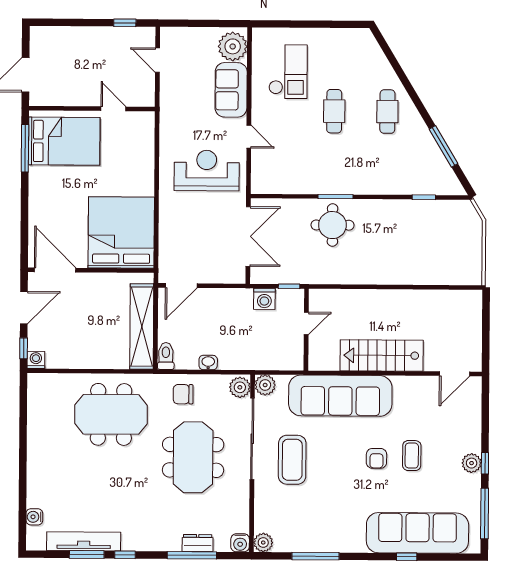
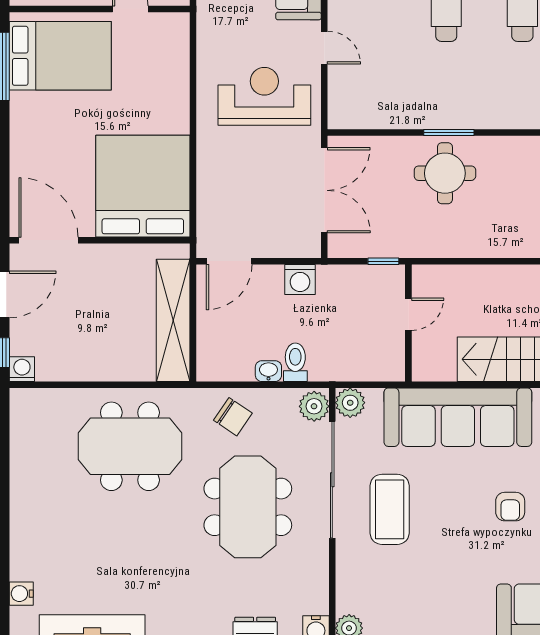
washing machine: (264, 299) -> (300, 280), moved
toilet: (166, 356) -> (295, 362), moved
chair: (183, 394) -> (233, 417), turned -146

